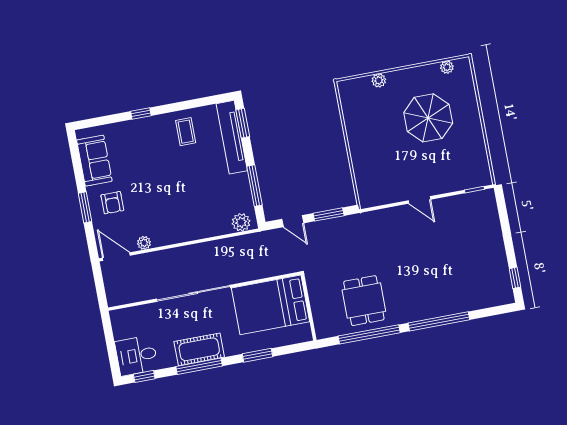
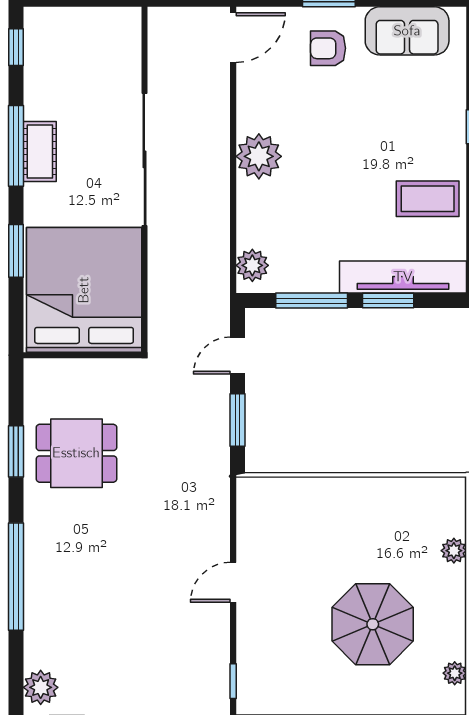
window: (243, 123) -> (388, 301), moved
coffee table: (186, 132) -> (428, 199), width x1.36, depth x1.30
plant: (144, 243) -> (259, 156), moved, width x1.87, depth x1.87
plant: (498, 296) -> (41, 687), added
bed: (271, 305) -> (84, 290), width x1.36
window: (369, 334) -> (16, 451), width x0.47
cot: (199, 349) -> (40, 152), width x0.73, depth x0.75
desk: (137, 356) -> (55, 41), removed

